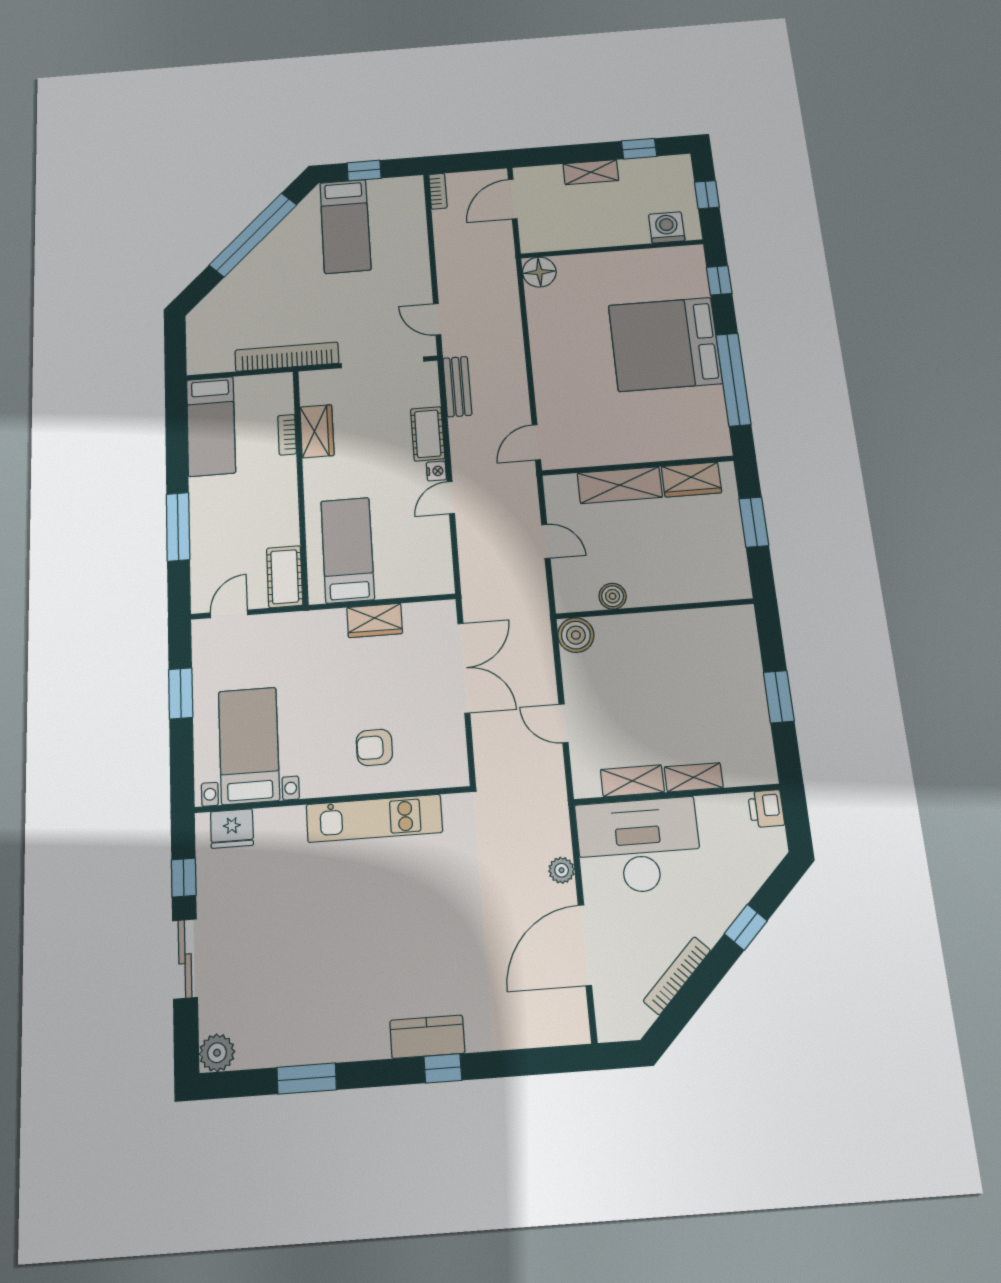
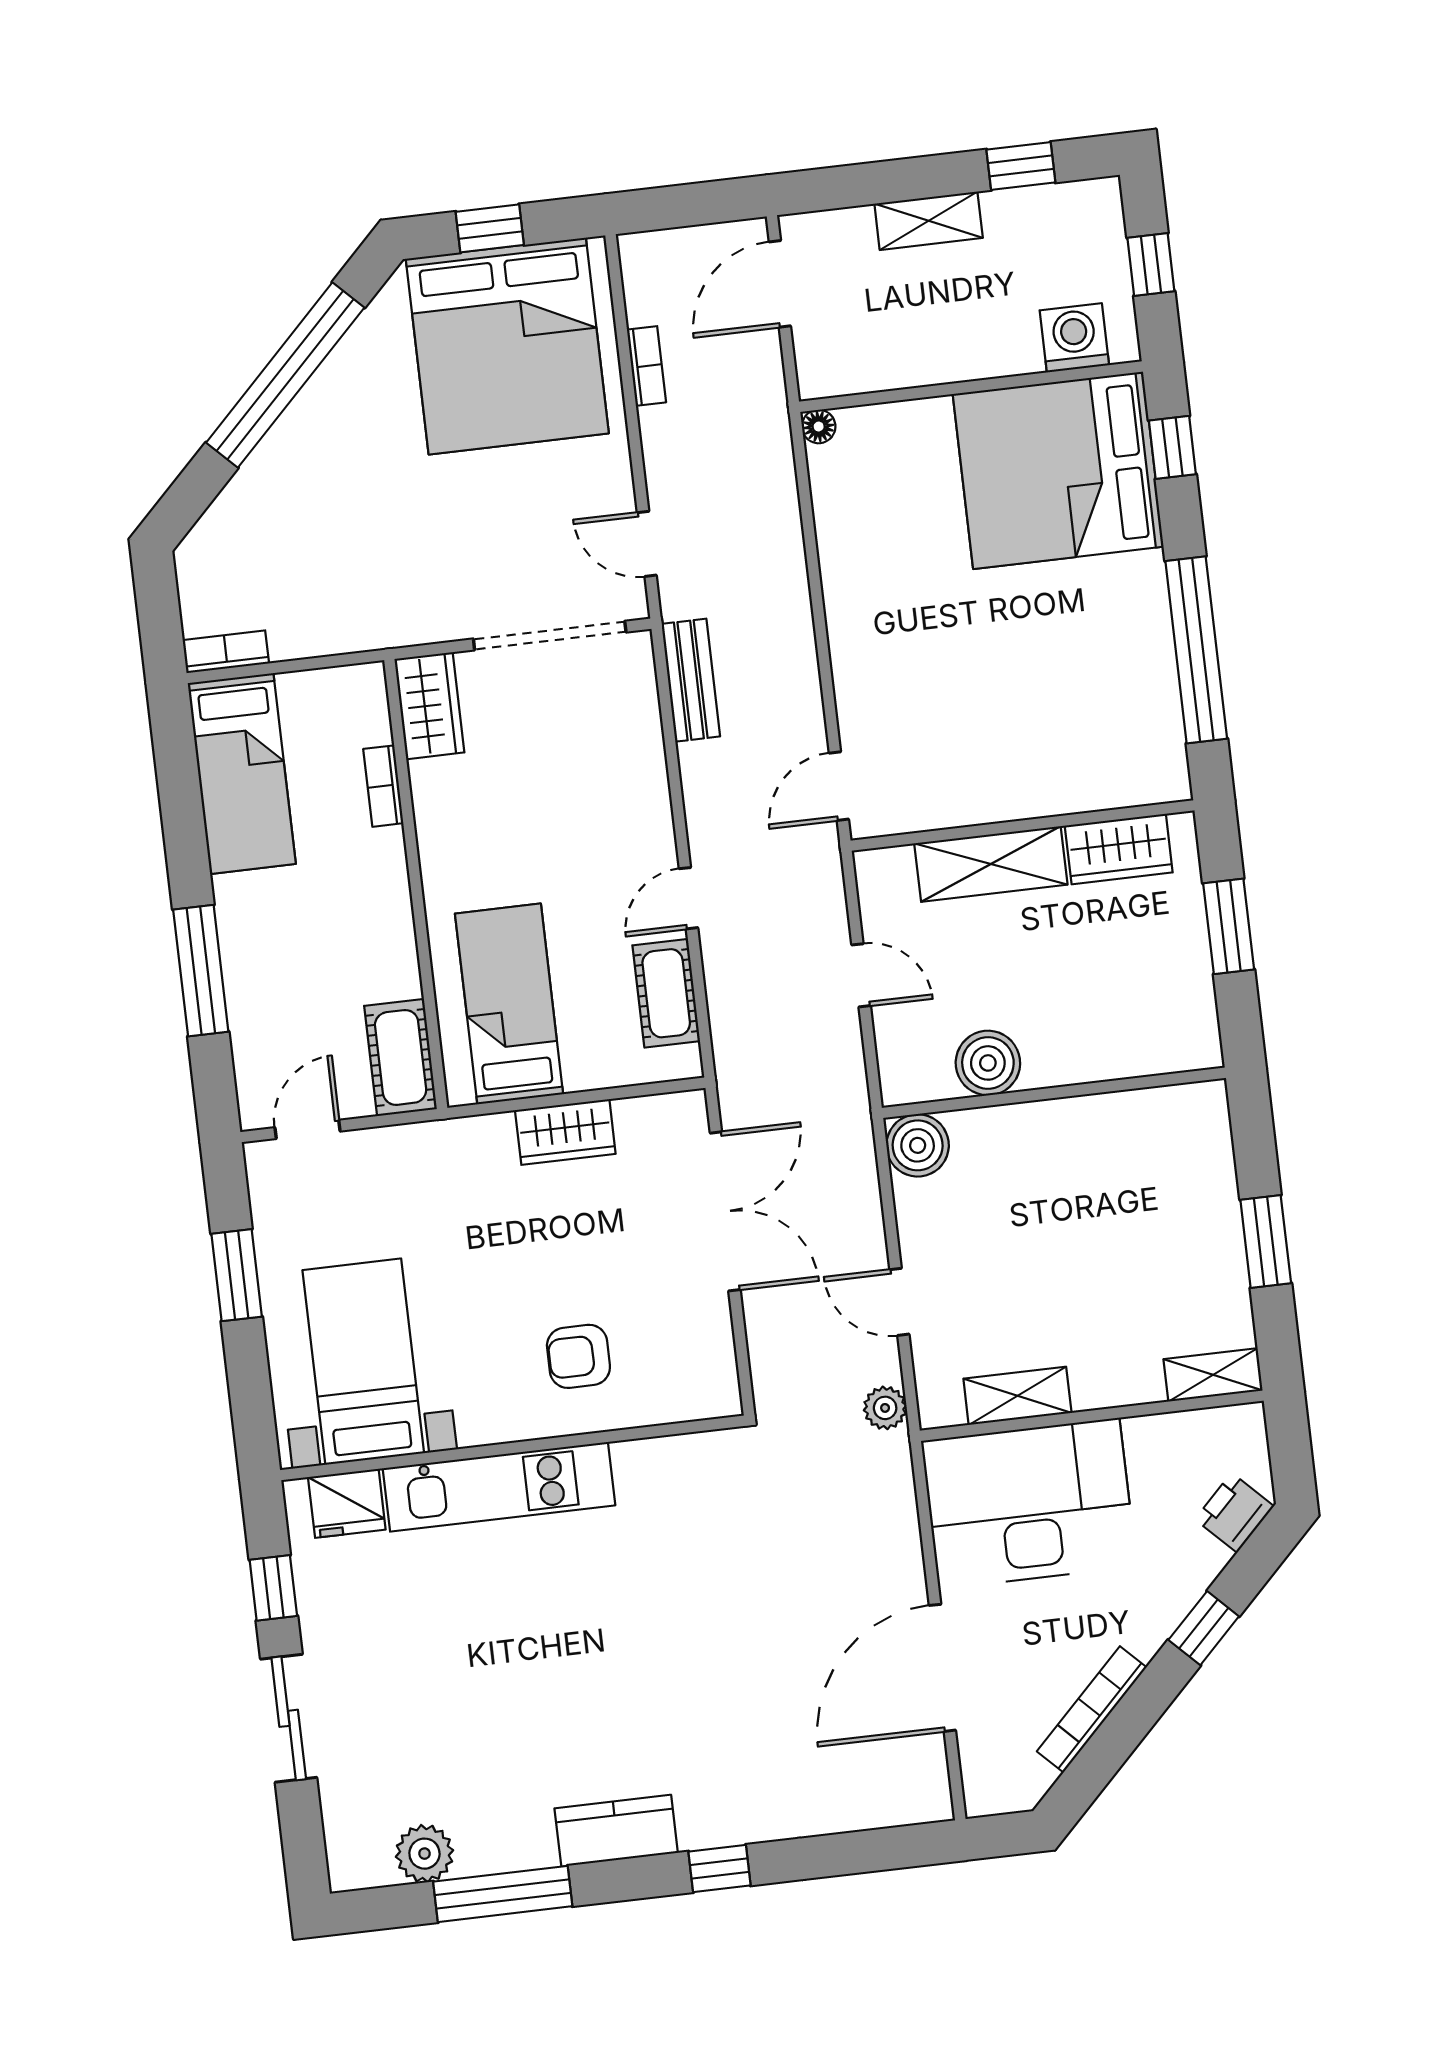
bookcase: (438, 191) -> (646, 366), moved
bed: (345, 226) -> (507, 346), width x2.04
floor lamp: (539, 272) -> (819, 427), width x0.53, depth x0.53
bed: (665, 344) -> (1058, 470), moved
bookcase: (287, 357) -> (226, 652), moved, width x0.43, depth x0.76
wardrobe: (317, 431) -> (429, 706), moved
cot: (428, 434) -> (666, 993), moved
nightstand: (436, 471) -> (660, 848), removed
boiler: (613, 596) -> (988, 1063), width x1.36, depth x1.36
shelving: (694, 777) -> (1213, 1375), moved
printer: (766, 809) -> (1234, 1513), moved, turned 45
kitchen unit: (374, 818) -> (499, 1487), moved
plant: (562, 870) -> (885, 1408), moved
kitchen counter: (427, 1037) -> (616, 1831), moved
plant: (217, 1053) -> (424, 1854), moved
window: (307, 1079) -> (503, 1894), width x1.44

